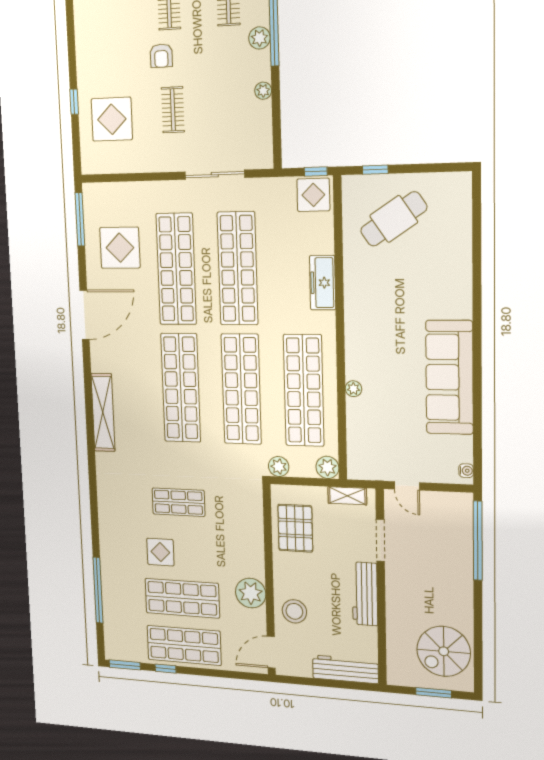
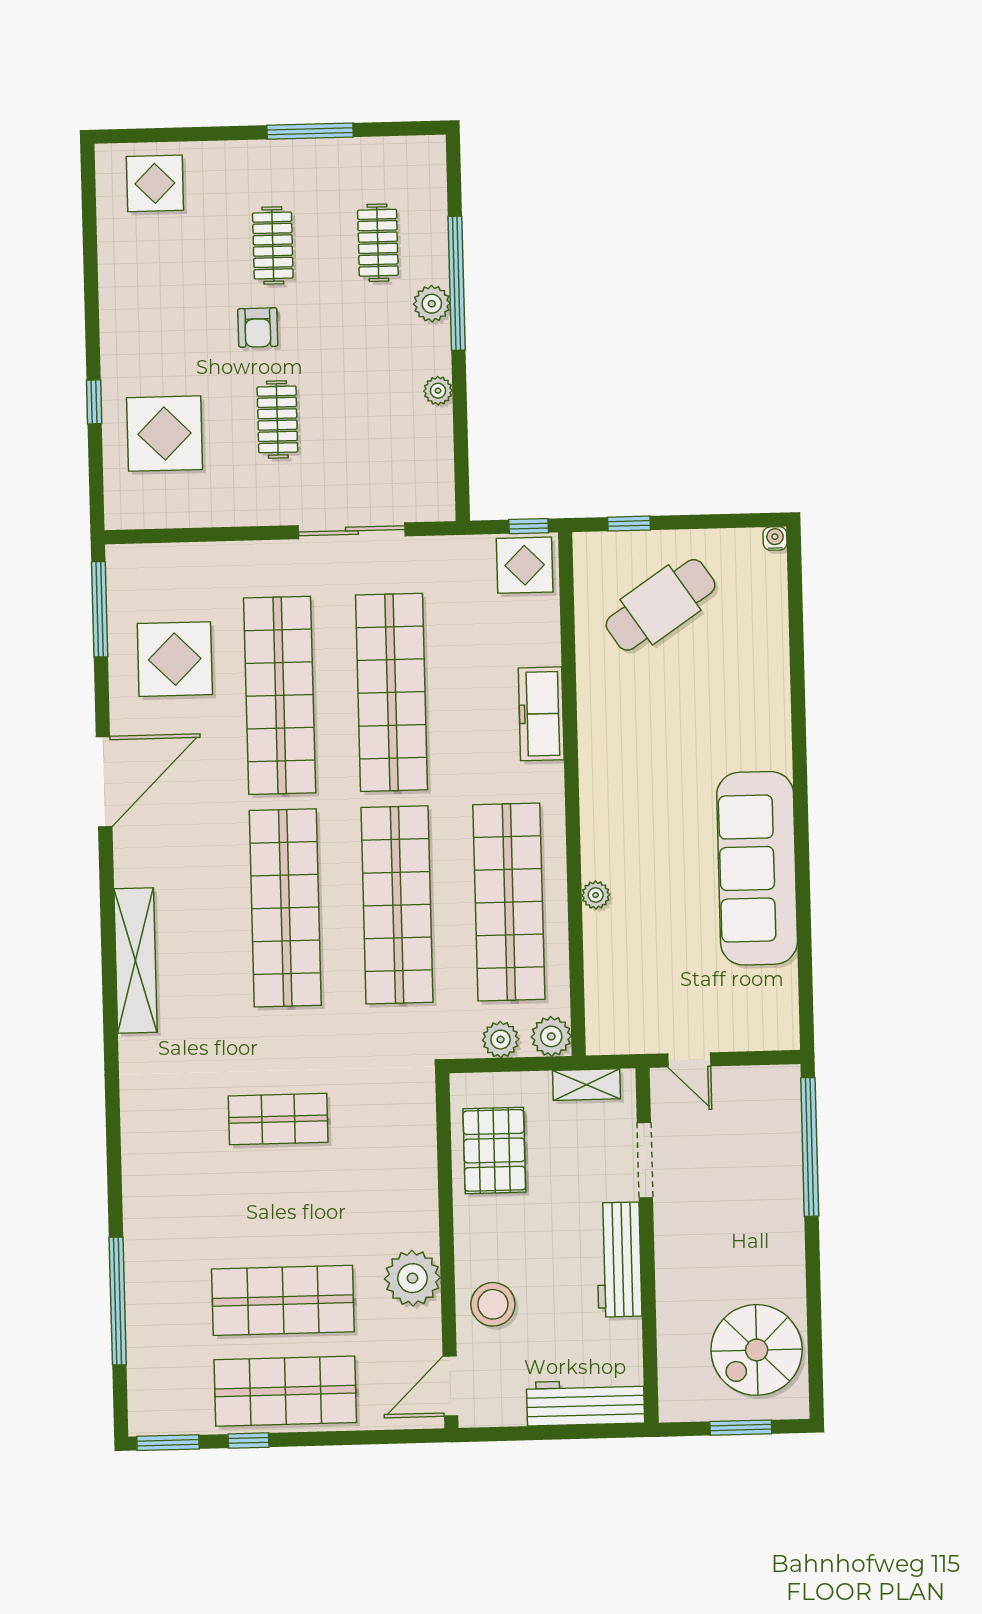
plant: (279, 466) -> (501, 1040), moved
water cooler: (466, 471) -> (775, 539), moved, turned -90
display table: (160, 552) -> (242, 1216), removed

